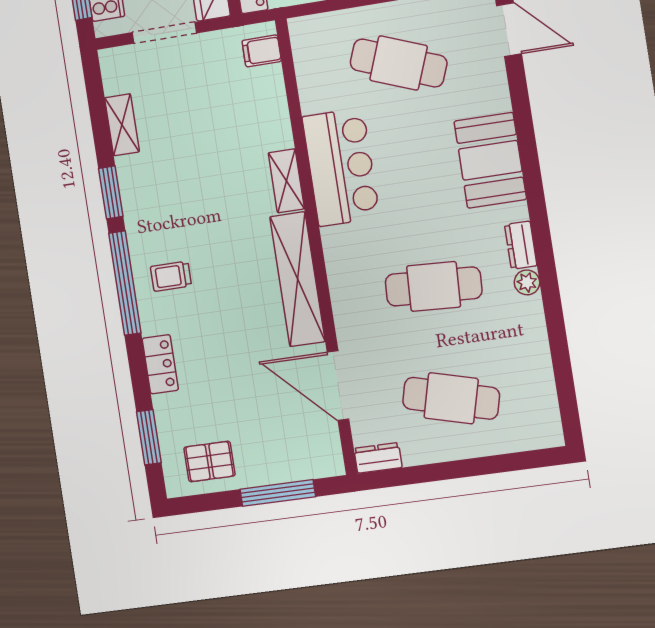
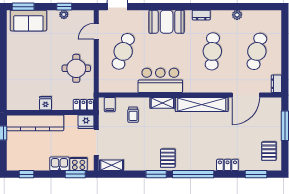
shelving: (122, 125) -> (112, 165), moved
pallet: (154, 215) -> (168, 158), added
trolley: (171, 276) -> (133, 115), moved
plant: (527, 282) -> (237, 15), moved

